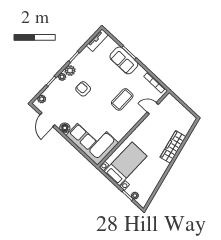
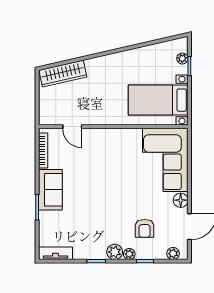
sofa: (124, 60) -> (50, 190), moved
armchair: (83, 89) -> (145, 228), moved
coffee table: (122, 99) -> (93, 168), removed
wardrobe: (173, 147) -> (63, 74), moved

